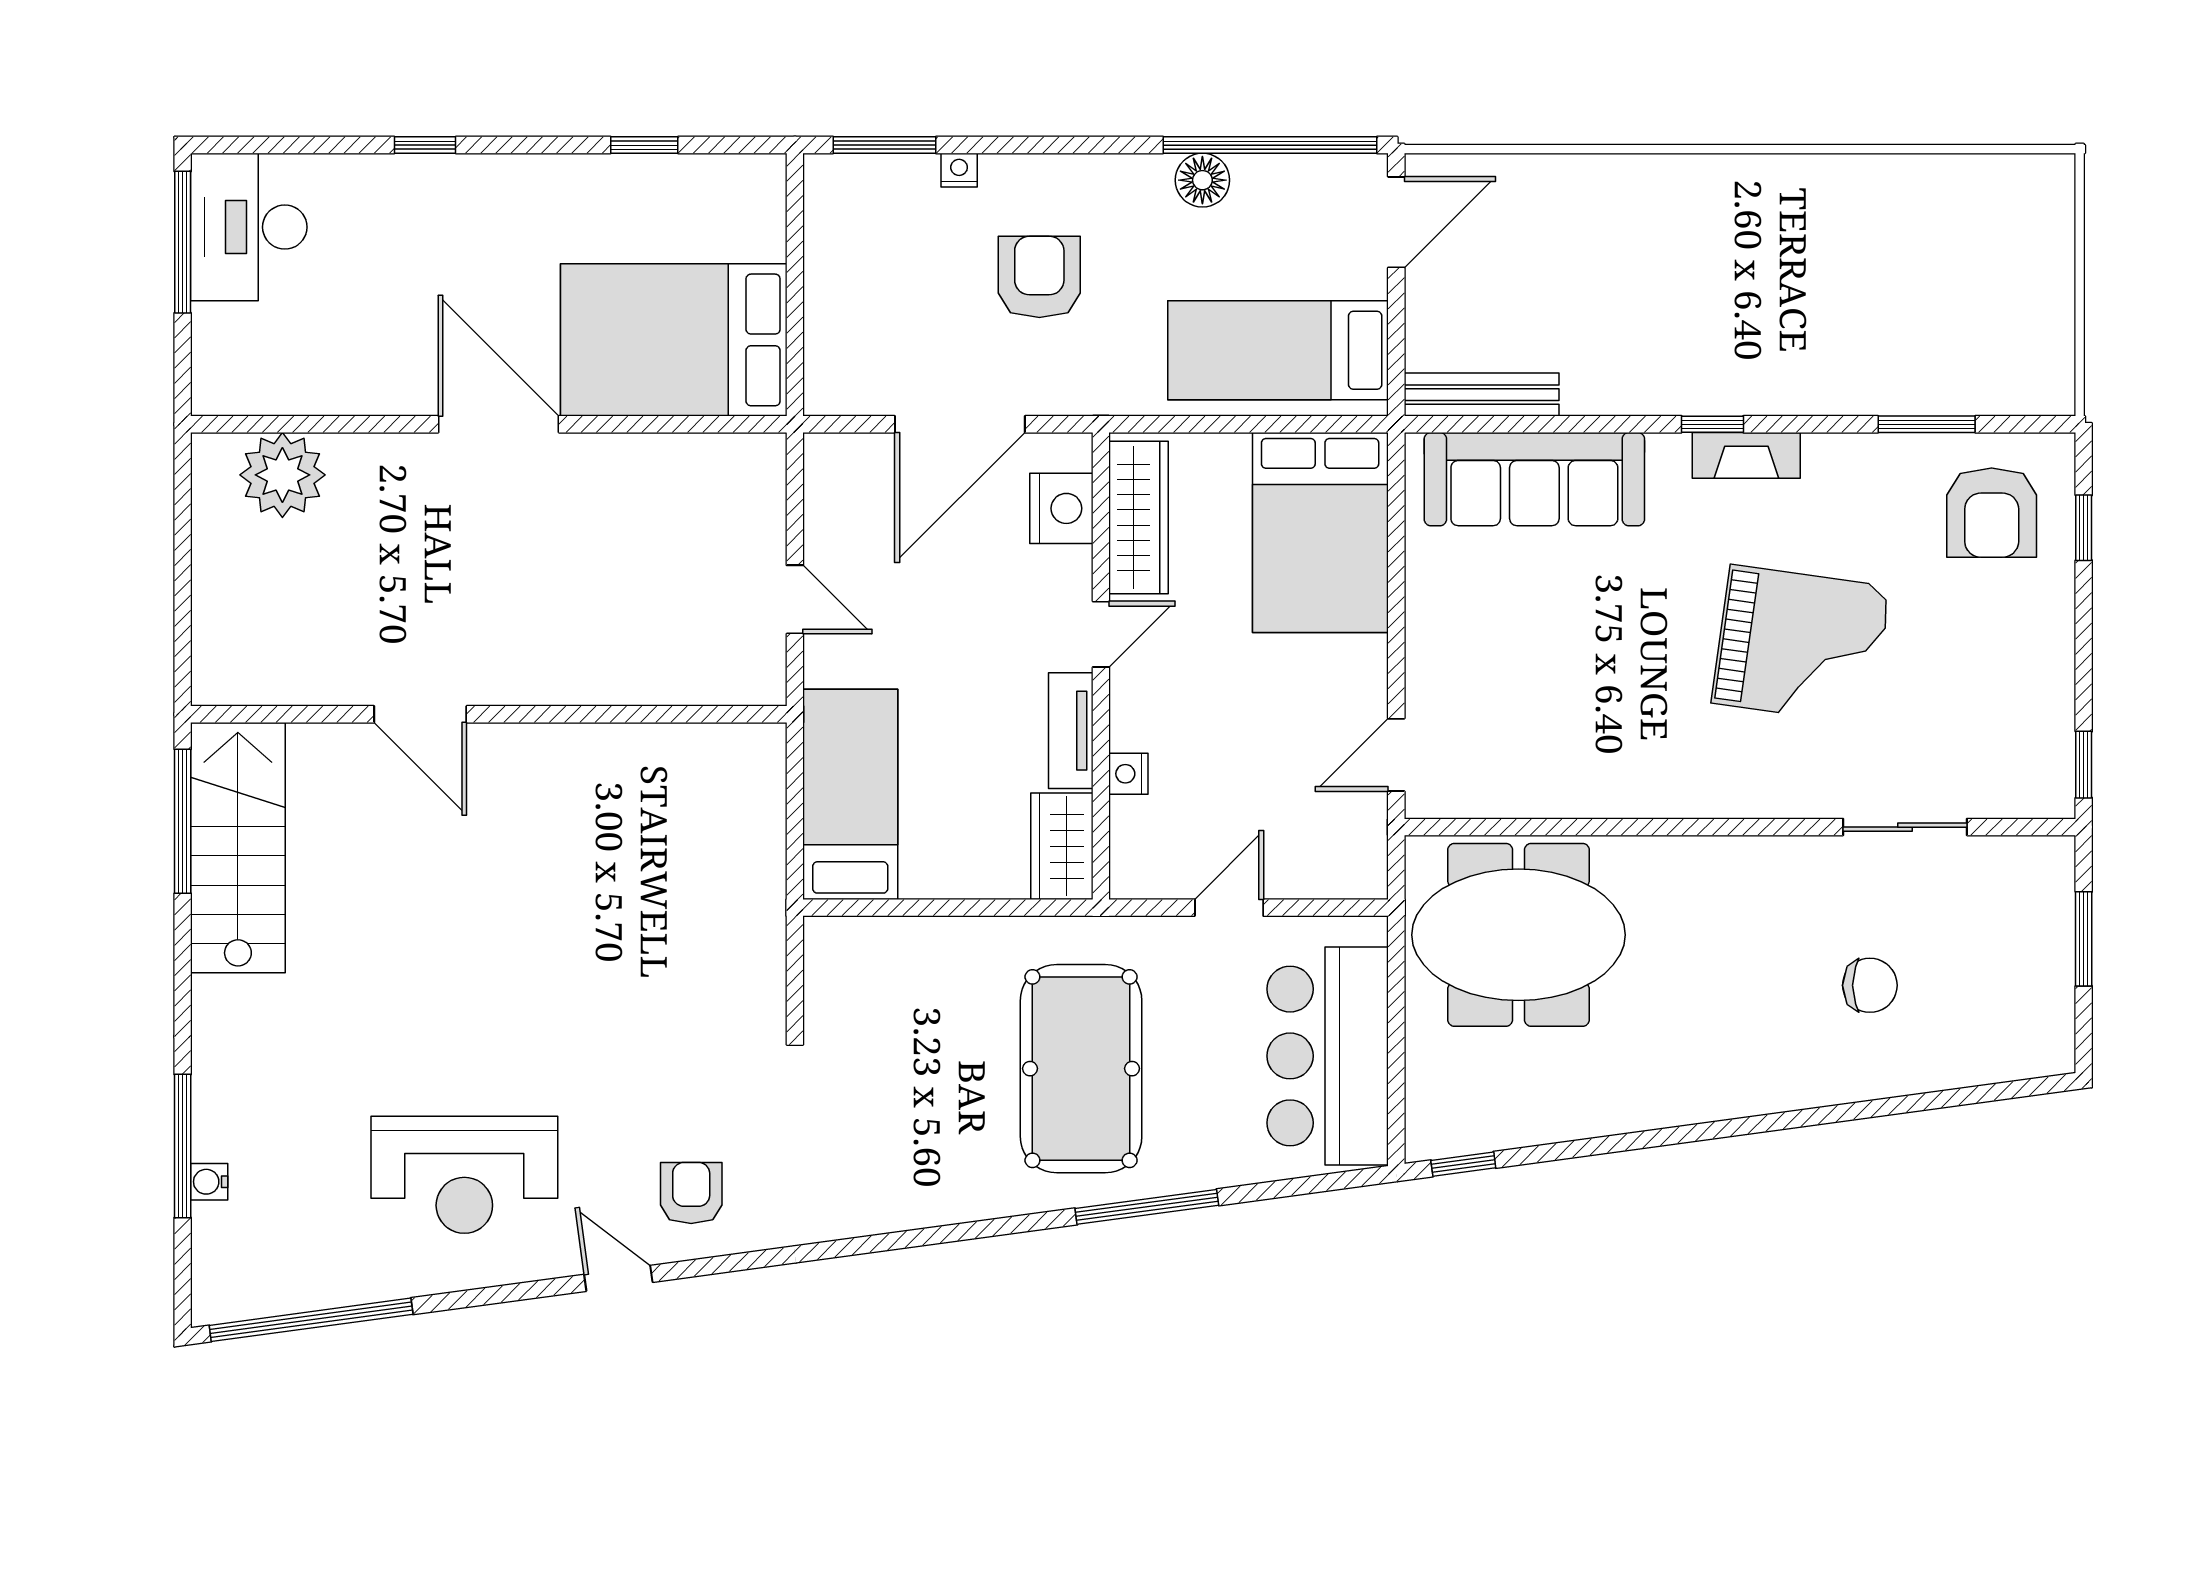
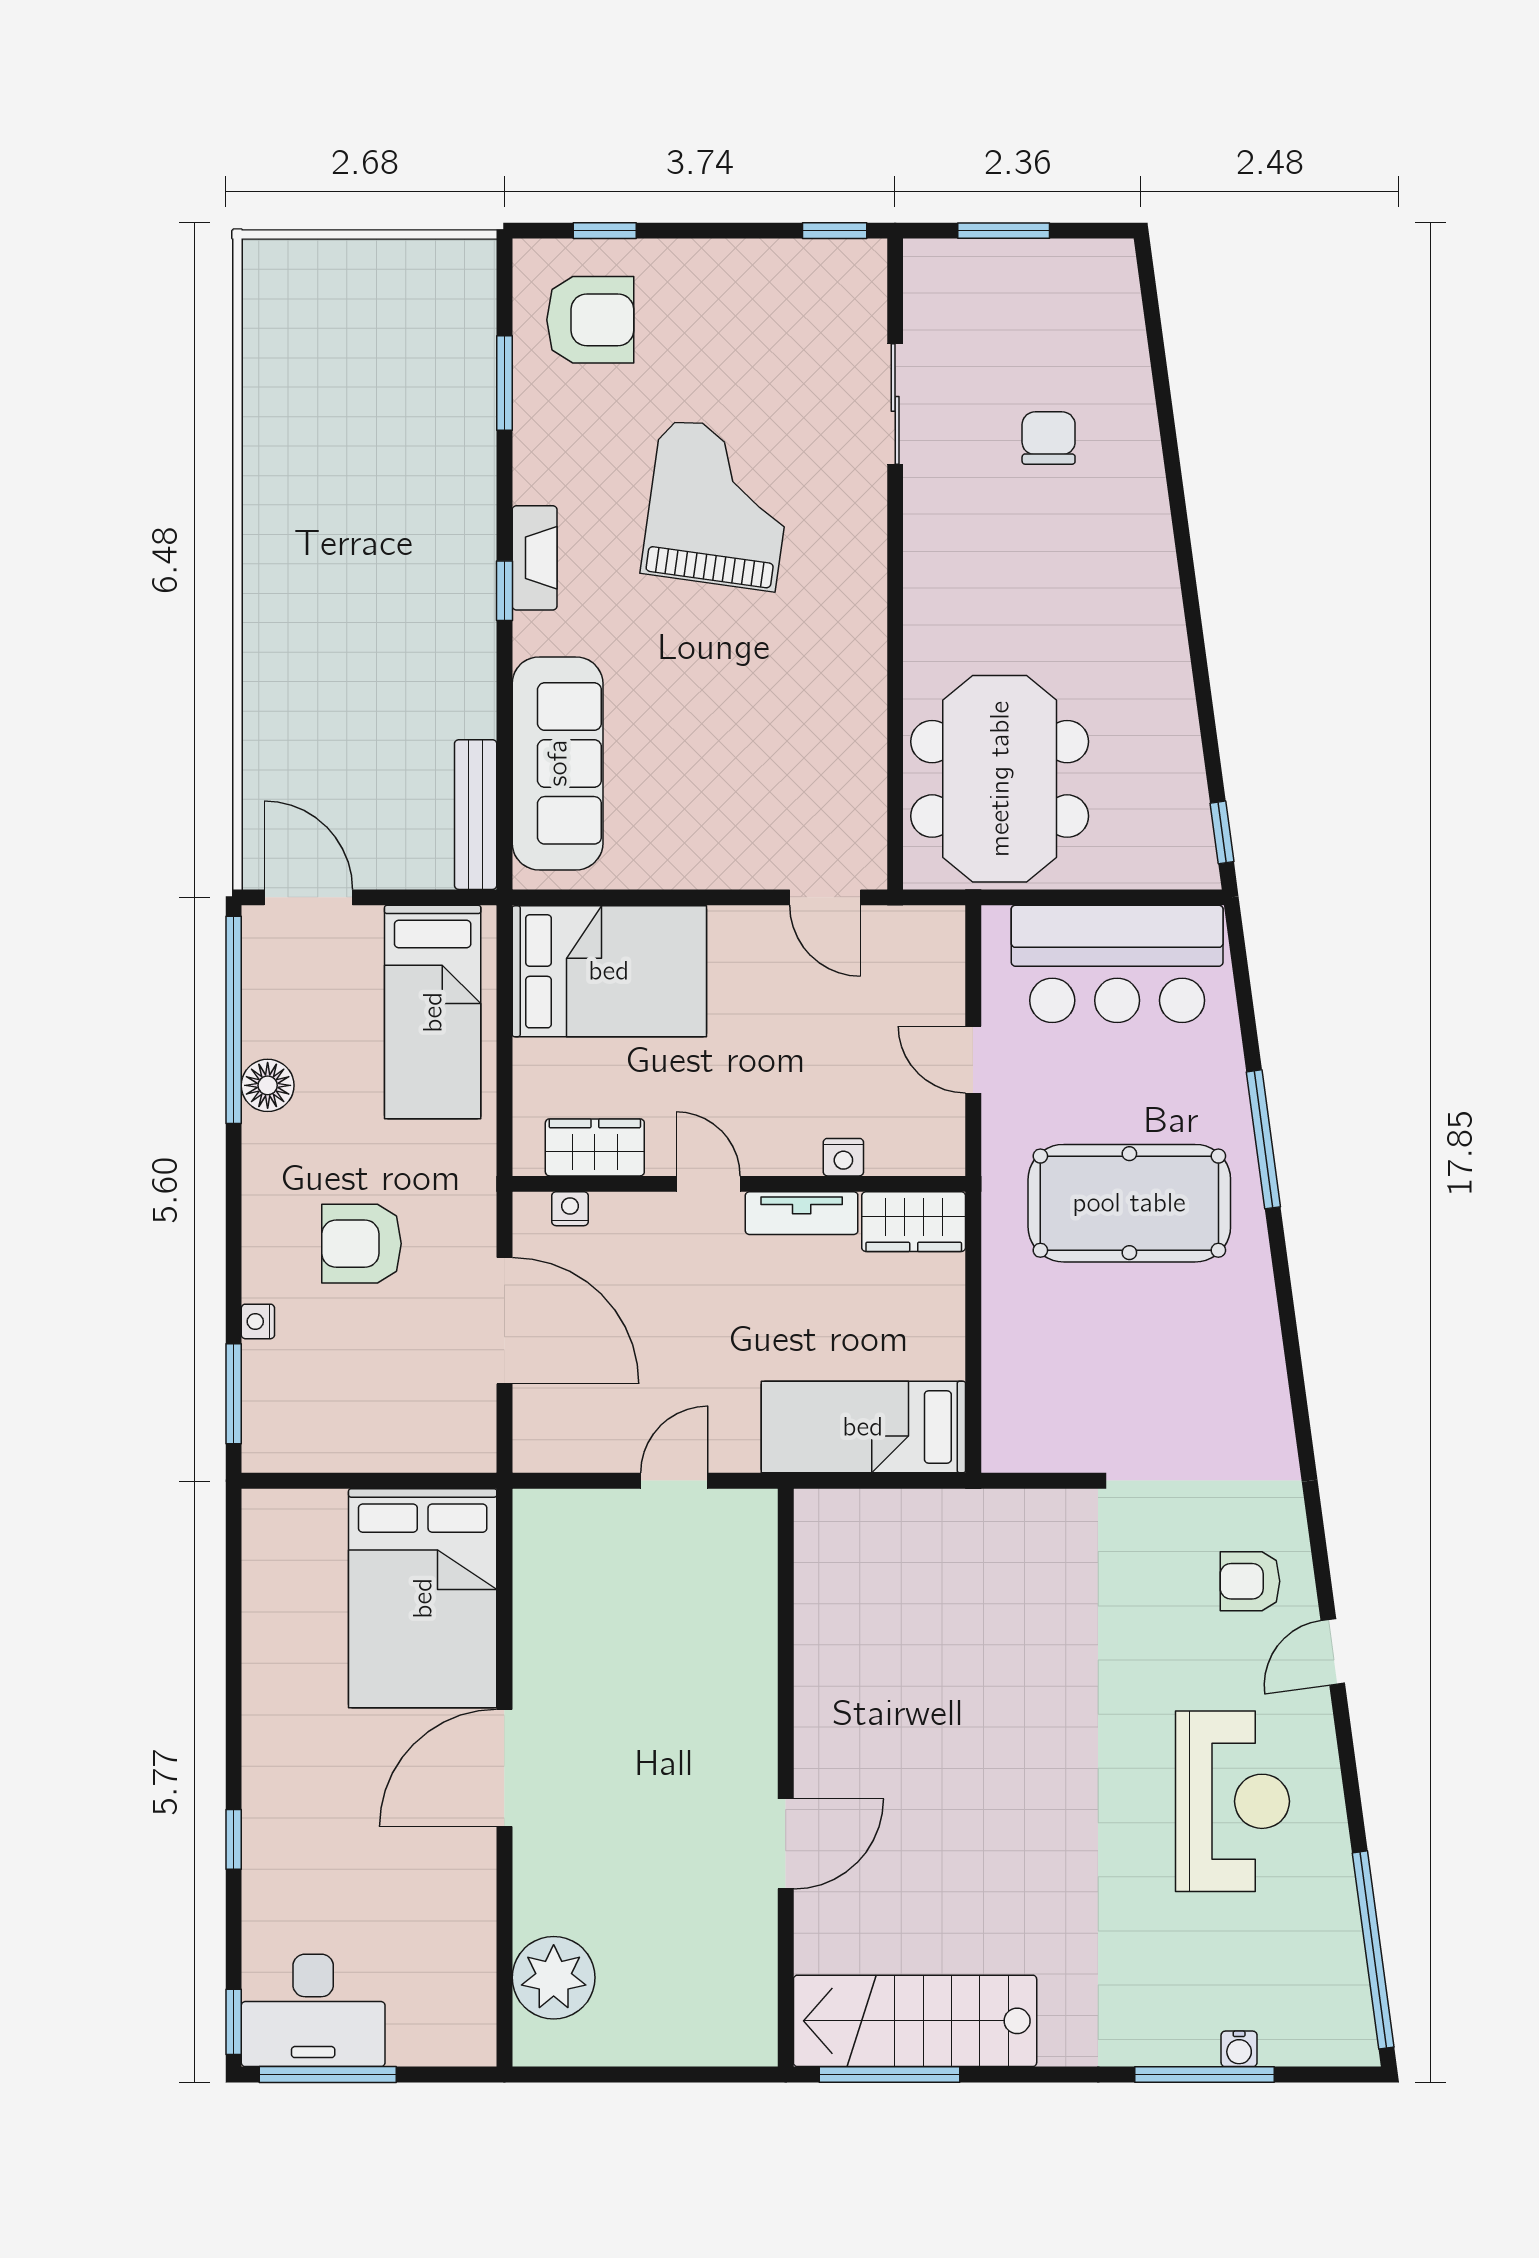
window: (644, 145) -> (234, 2022), moved
nightstand: (1061, 508) -> (570, 1209), width x0.53, depth x0.56
wardrobe: (1139, 517) -> (595, 1147), width x0.67

